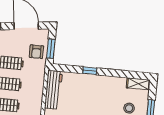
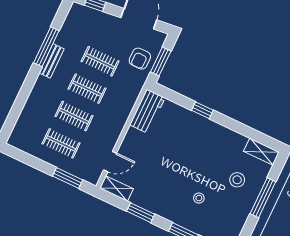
workbench: (53, 90) -> (147, 111), width x0.73

